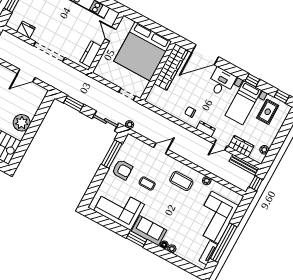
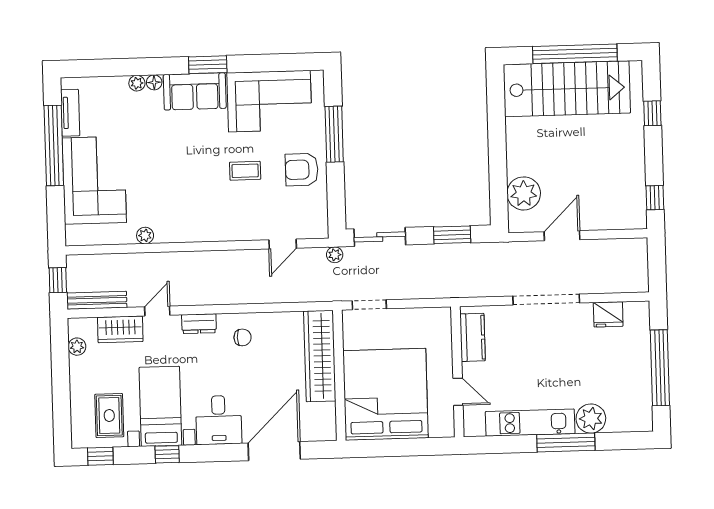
wardrobe: (171, 67) -> (320, 356), moved
plant: (22, 123) -> (524, 193), moved
door: (161, 149) -> (283, 244), moved
window: (112, 154) -> (334, 134), moved
coffee table: (181, 181) -> (189, 209), removed

